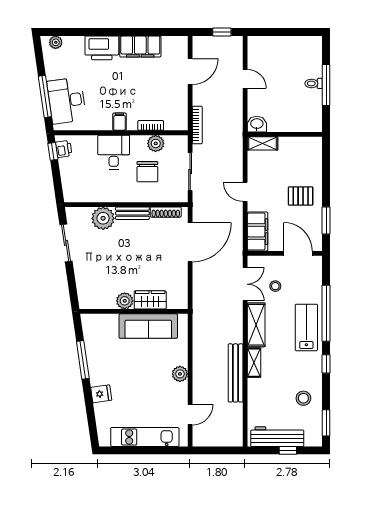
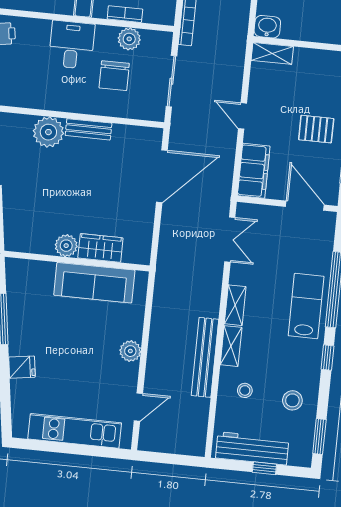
shoe rack: (166, 212) -> (133, 132), removed
stool: (275, 286) -> (245, 390), moved
shelving: (256, 325) -> (235, 305), width x0.67, depth x0.75

